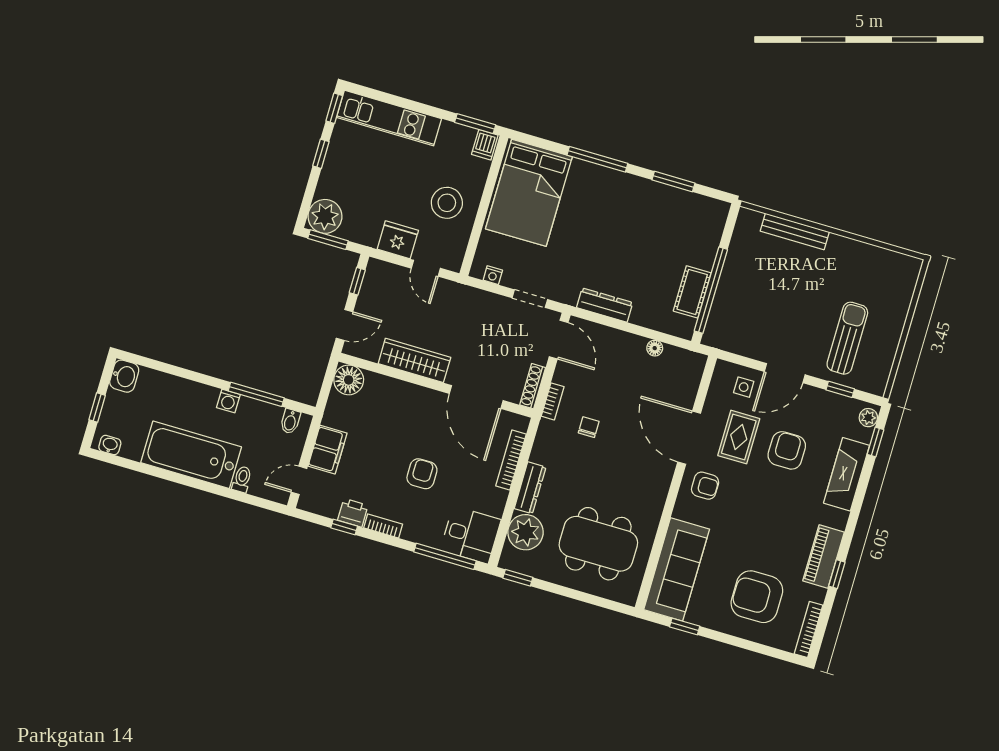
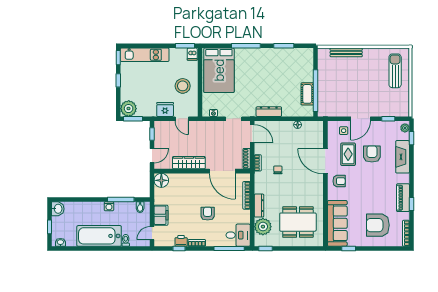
sun lounger: (847, 338) -> (395, 71), moved

